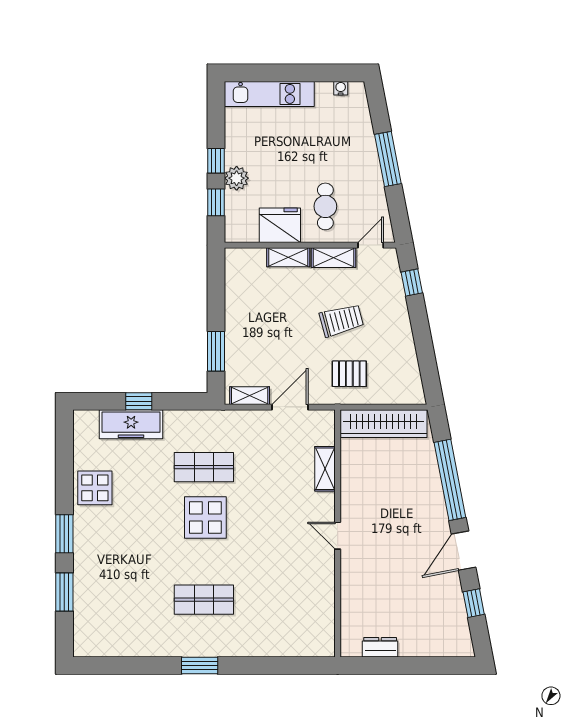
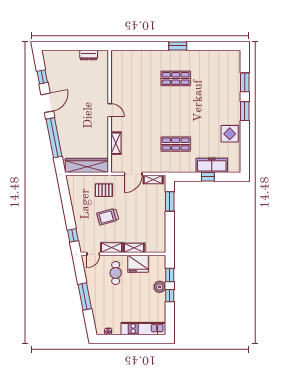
display table: (205, 518) -> (175, 119), removed

